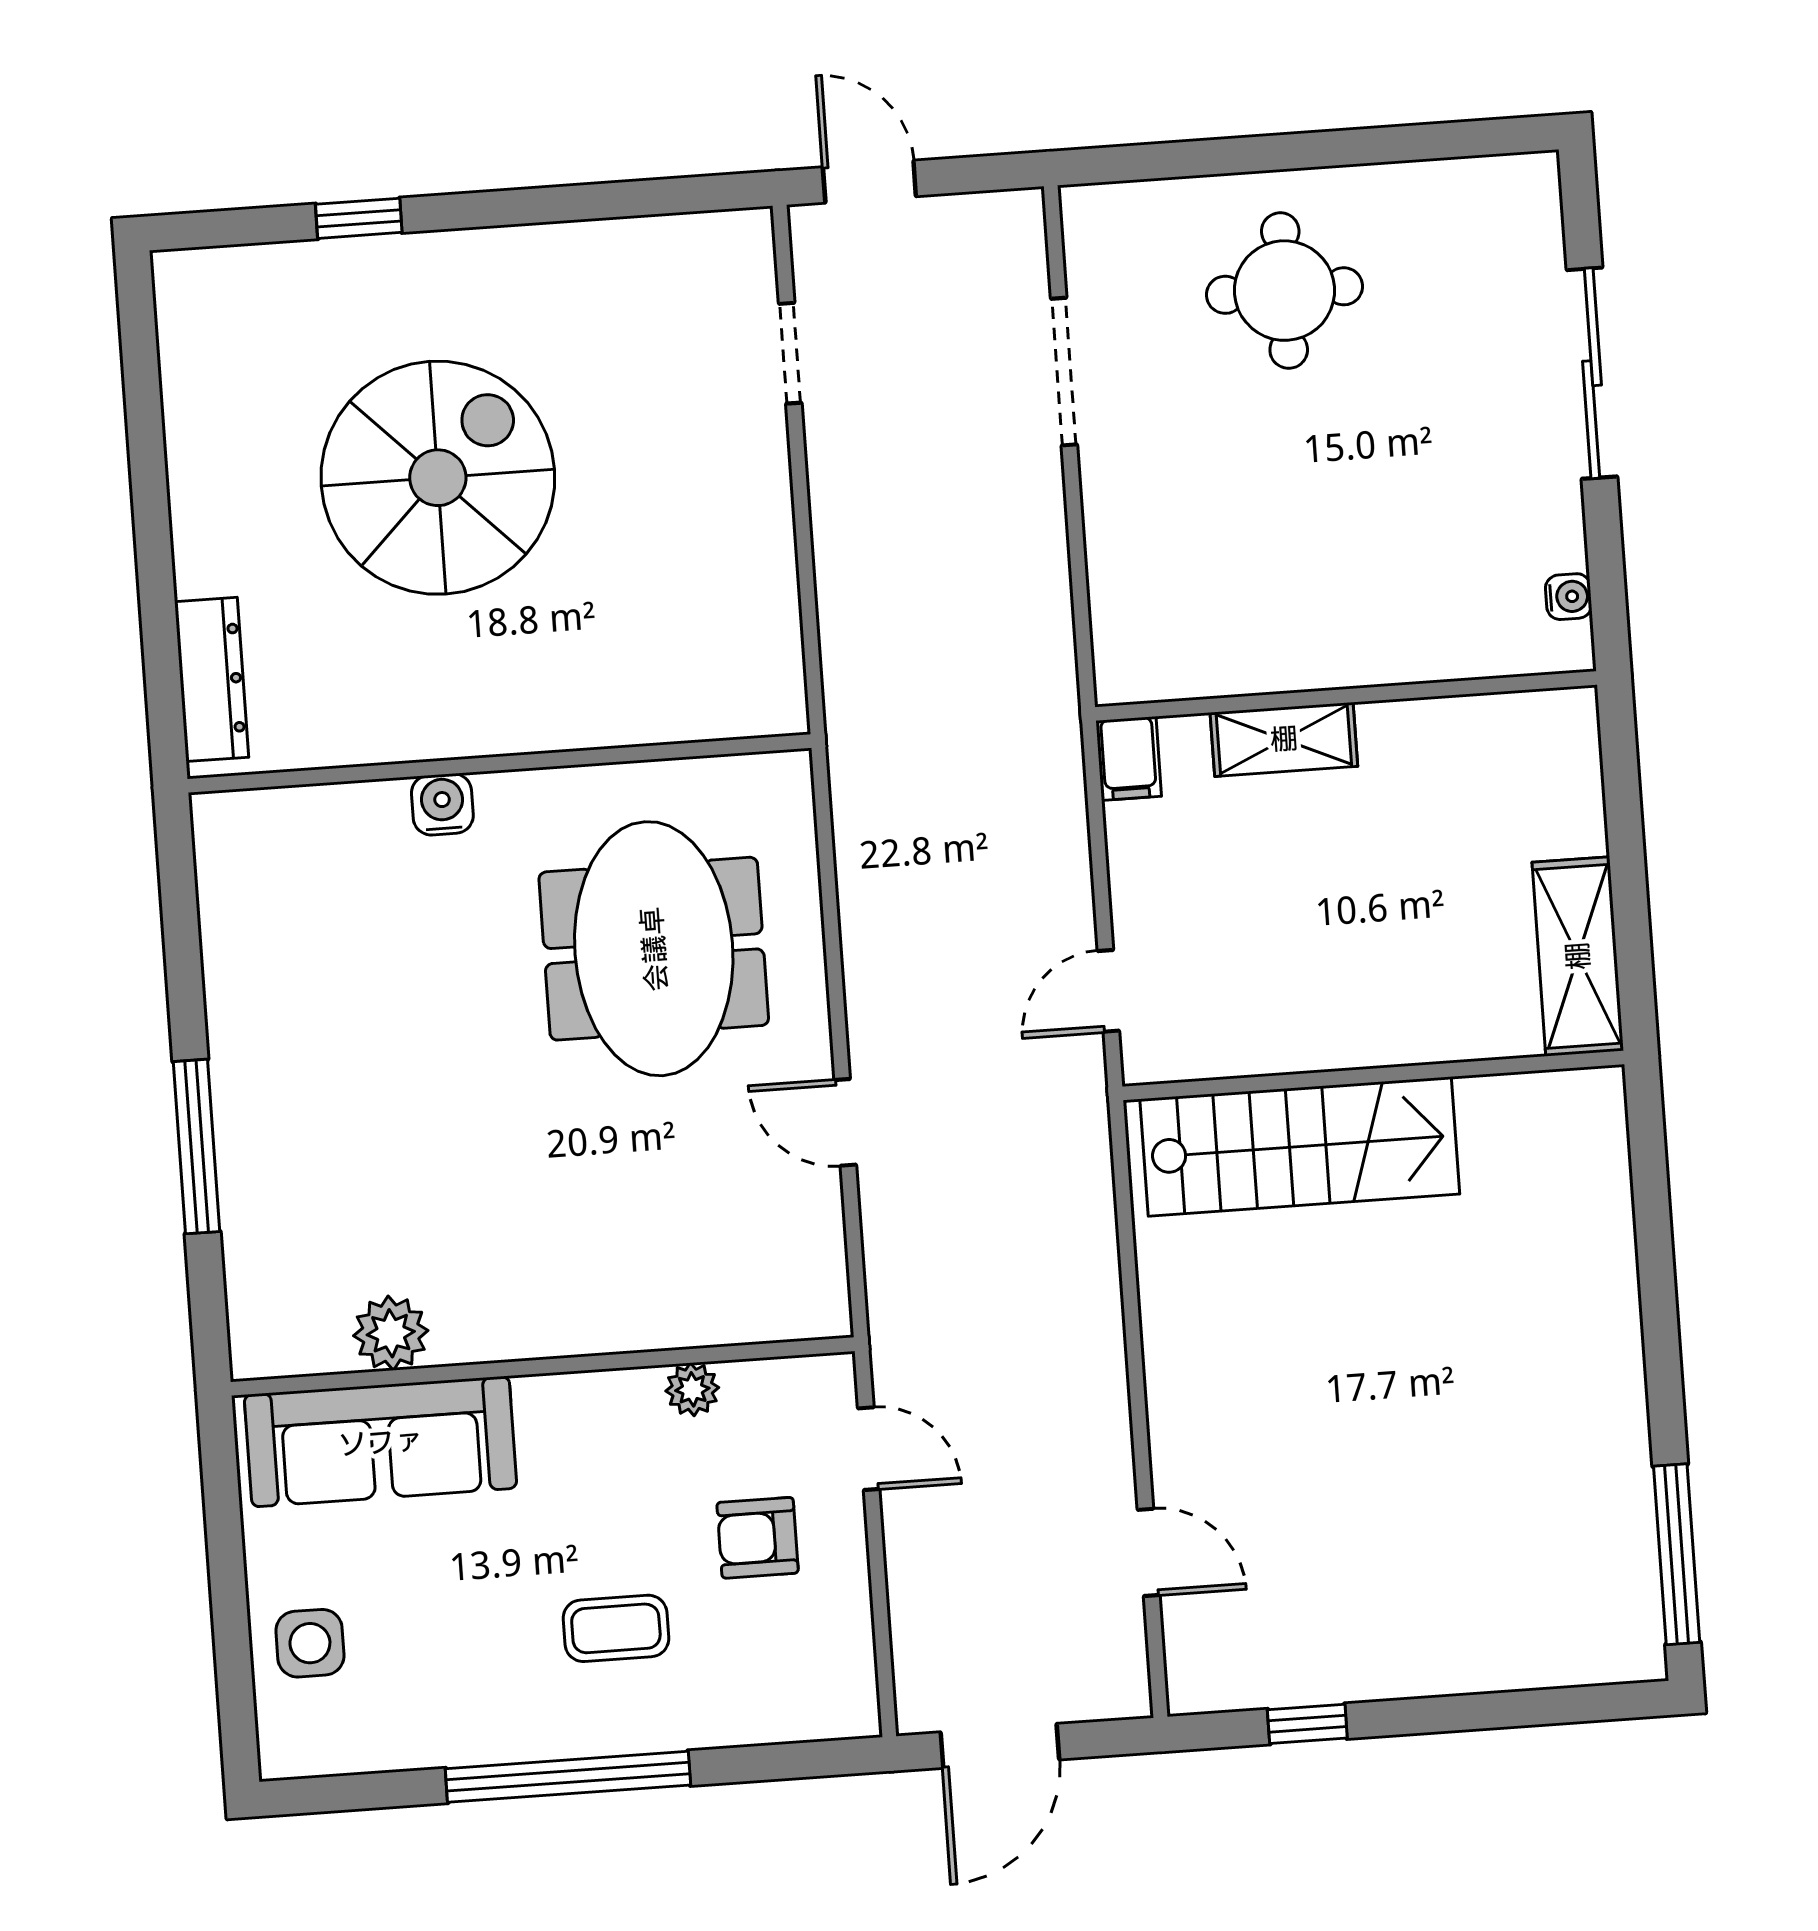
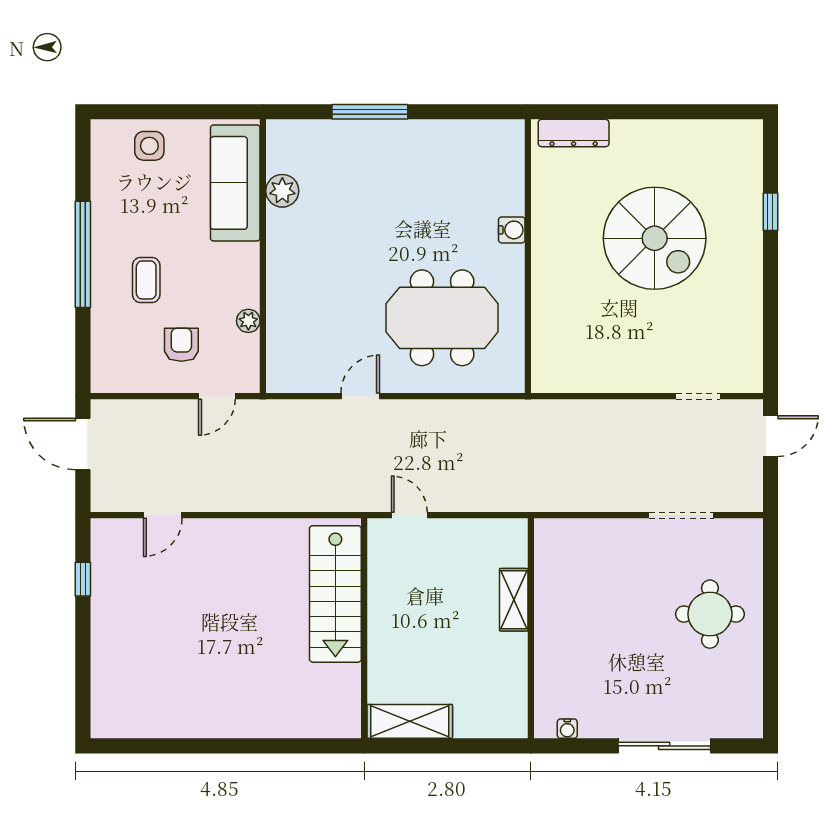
filing cabinet: (1129, 758) -> (510, 531), removed
window: (1677, 1554) -> (145, 746), removed

